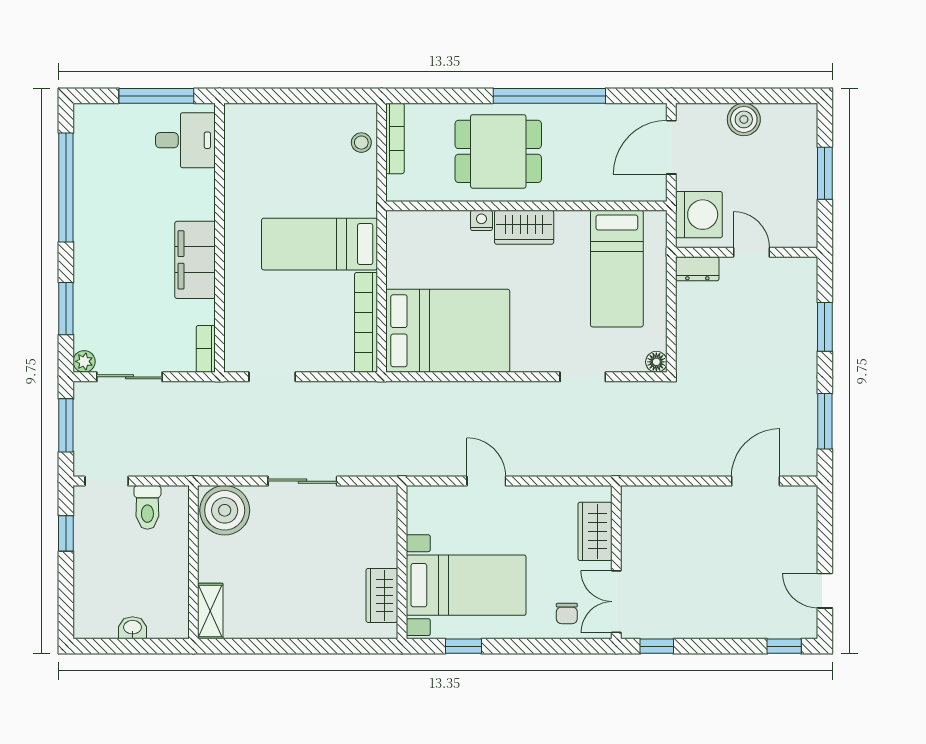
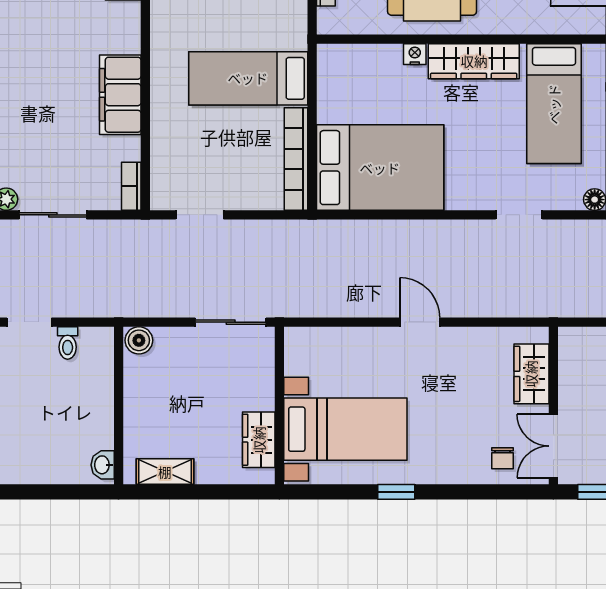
wardrobe: (524, 227) -> (474, 61), width x1.50
toilet: (147, 507) -> (68, 343), width x0.73, depth x0.72
boiler: (225, 510) -> (139, 340), width x0.54, depth x0.54
wall: (402, 562) -> (279, 406), moved
bed with nightstands: (466, 585) -> (345, 429), moved
wardrobe: (382, 595) -> (259, 440), moved
shelving: (210, 611) -> (165, 472), moved, turned 90
washbasin: (133, 628) -> (103, 465), moved, turned -90

